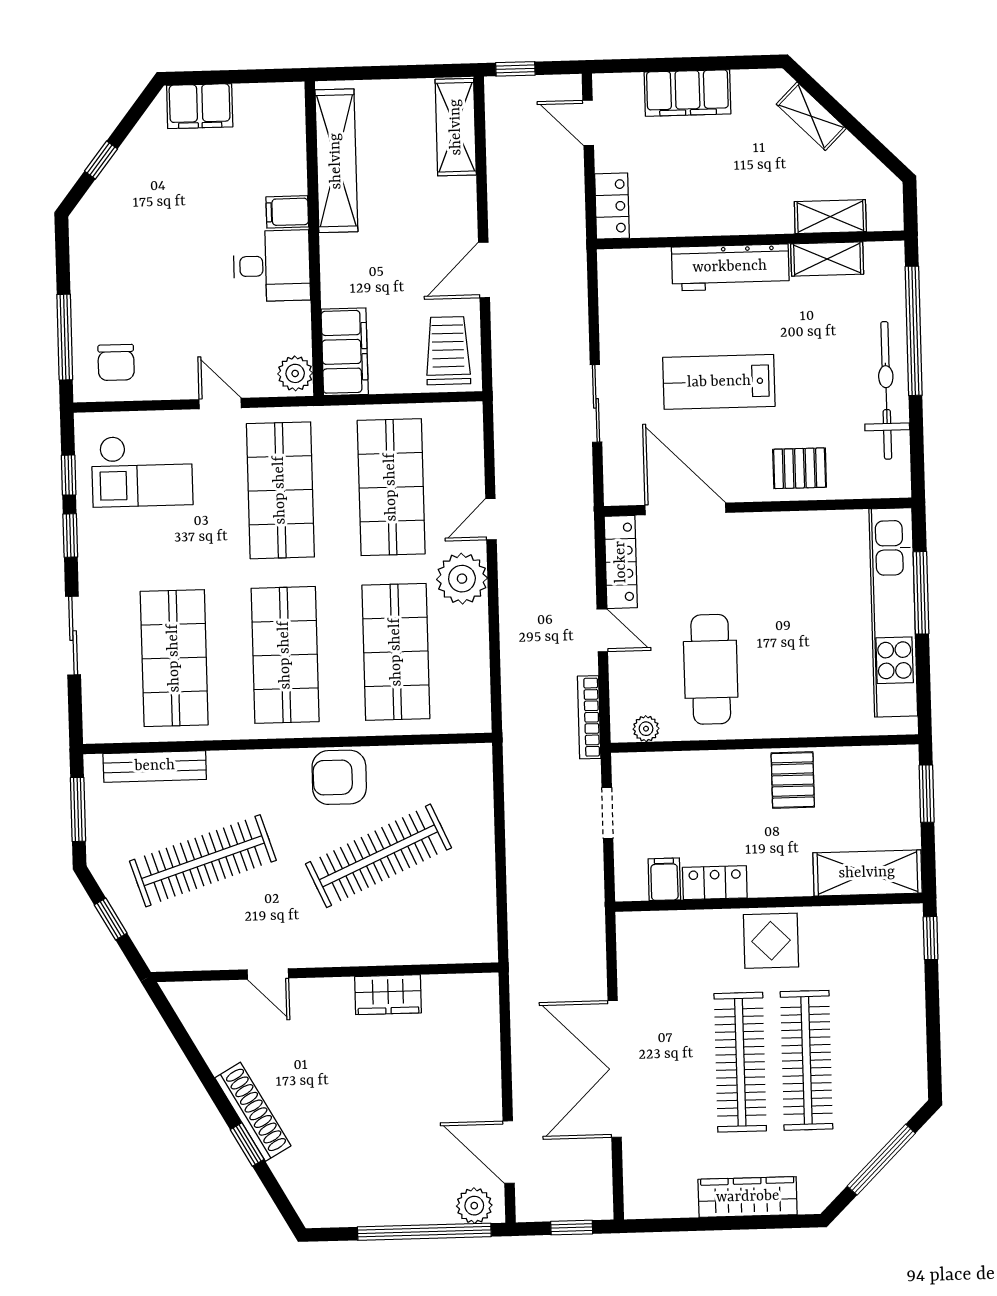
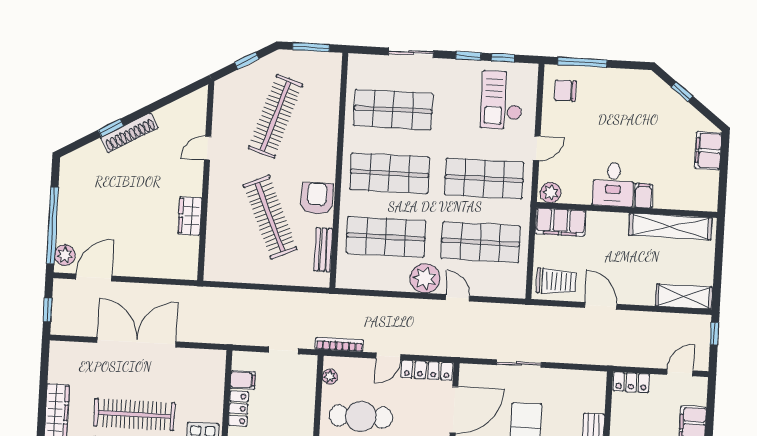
bench: (155, 766) -> (323, 250), moved, width x0.73
clothes rail: (203, 861) -> (276, 116), turned 36

